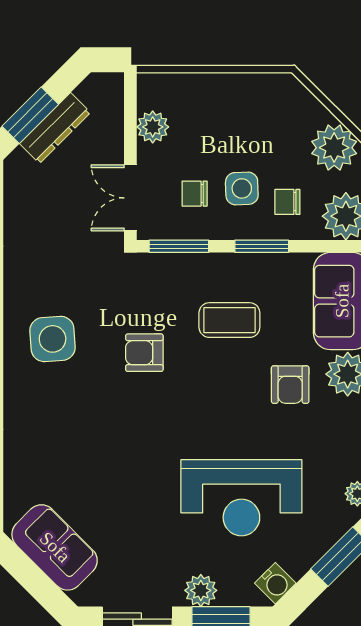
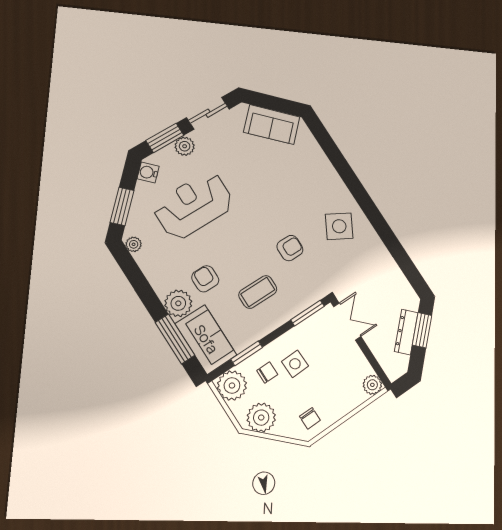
plant: (153, 127) -> (372, 385), moved
chair: (195, 194) -> (310, 418), moved, turned 90
window: (262, 246) -> (247, 353), moved
side table: (53, 339) -> (339, 226), turned 33

